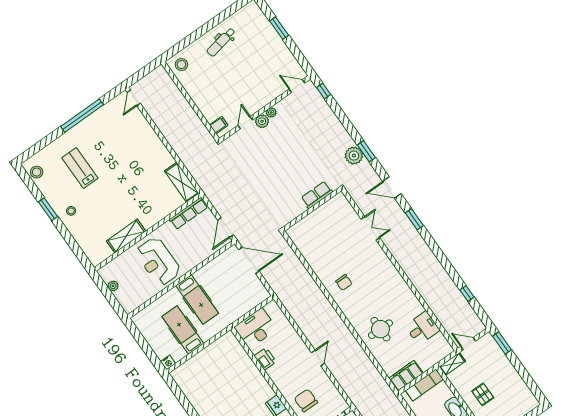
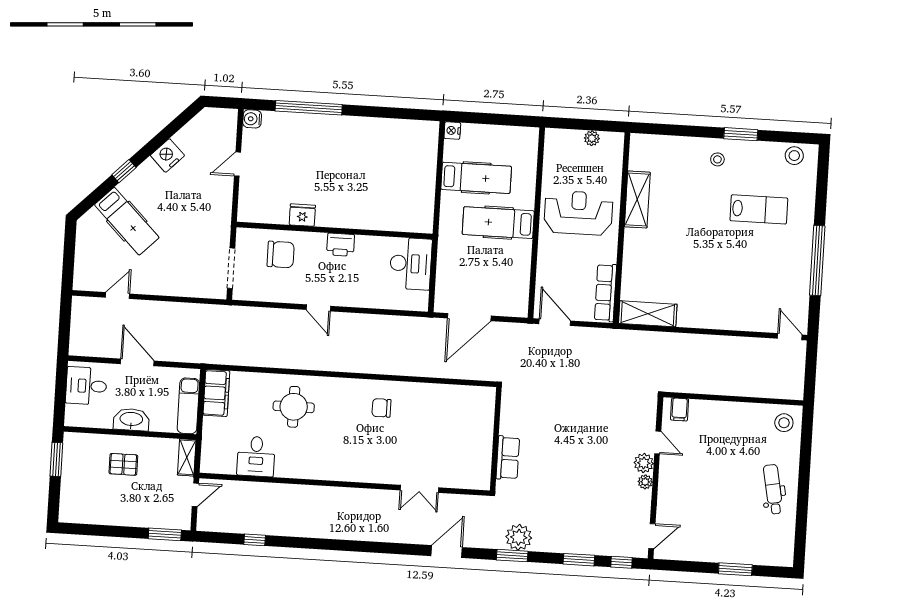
window: (414, 219) -> (579, 560), moved
door: (249, 260) -> (469, 317), moved
printer: (265, 359) -> (341, 245), moved

